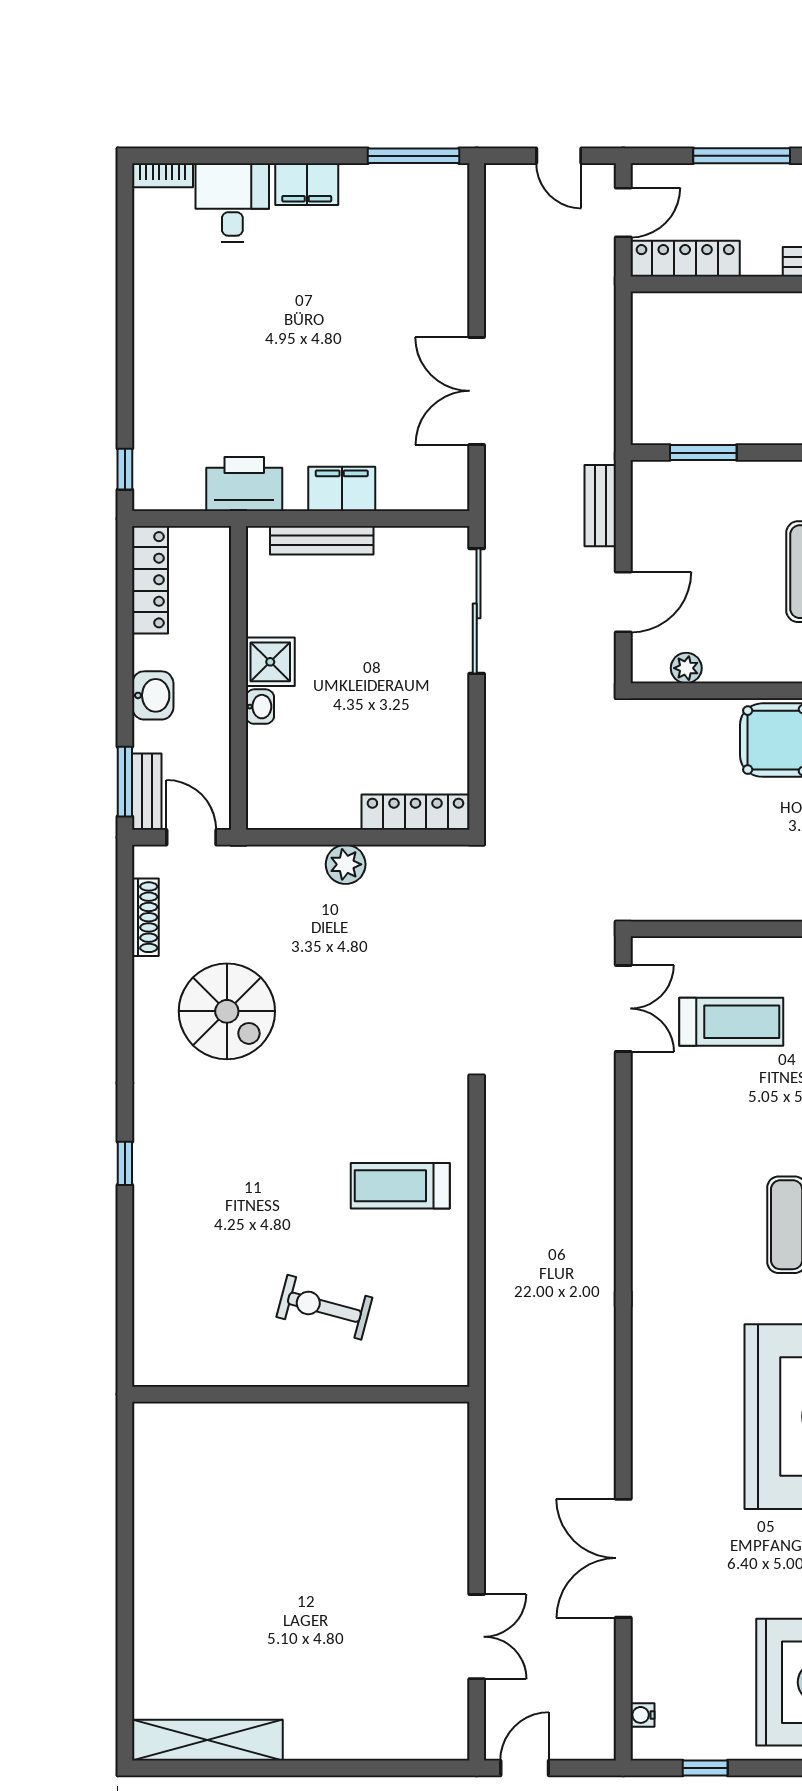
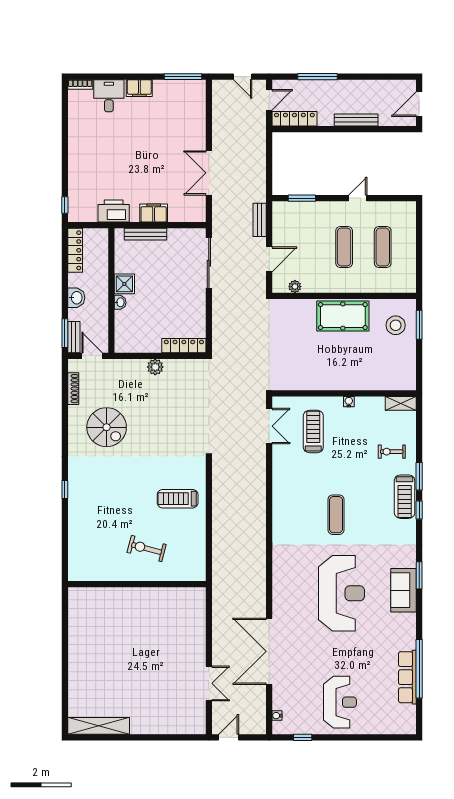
treadmill: (731, 1022) -> (313, 432), turned -90
double door: (623, 1558) -> (269, 651), width x1.36

